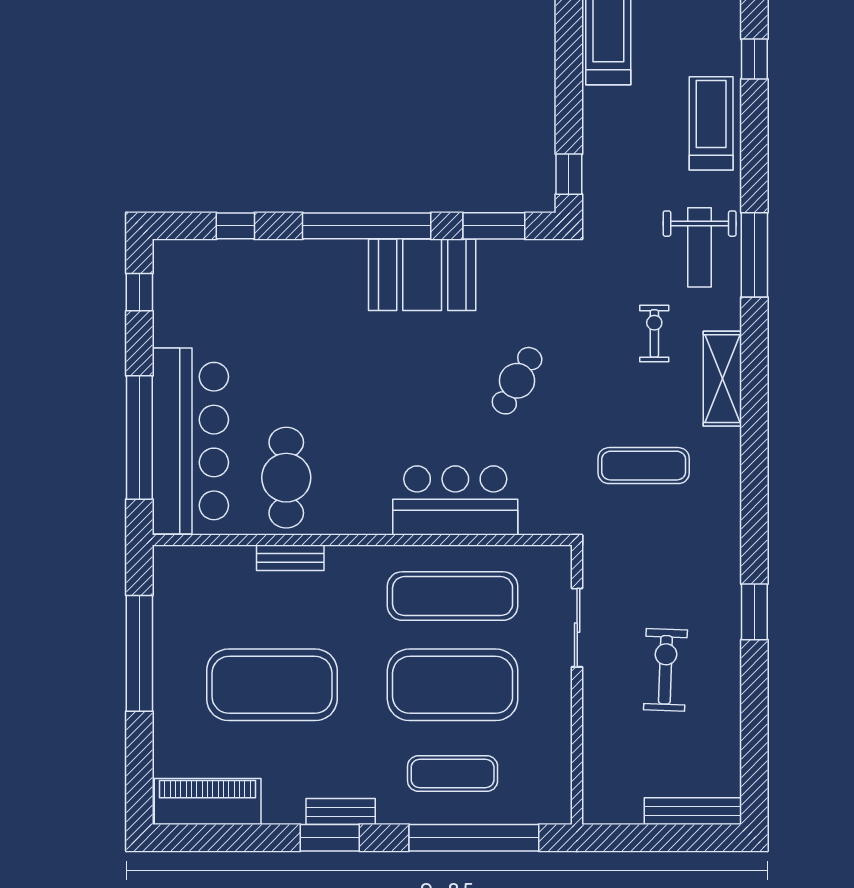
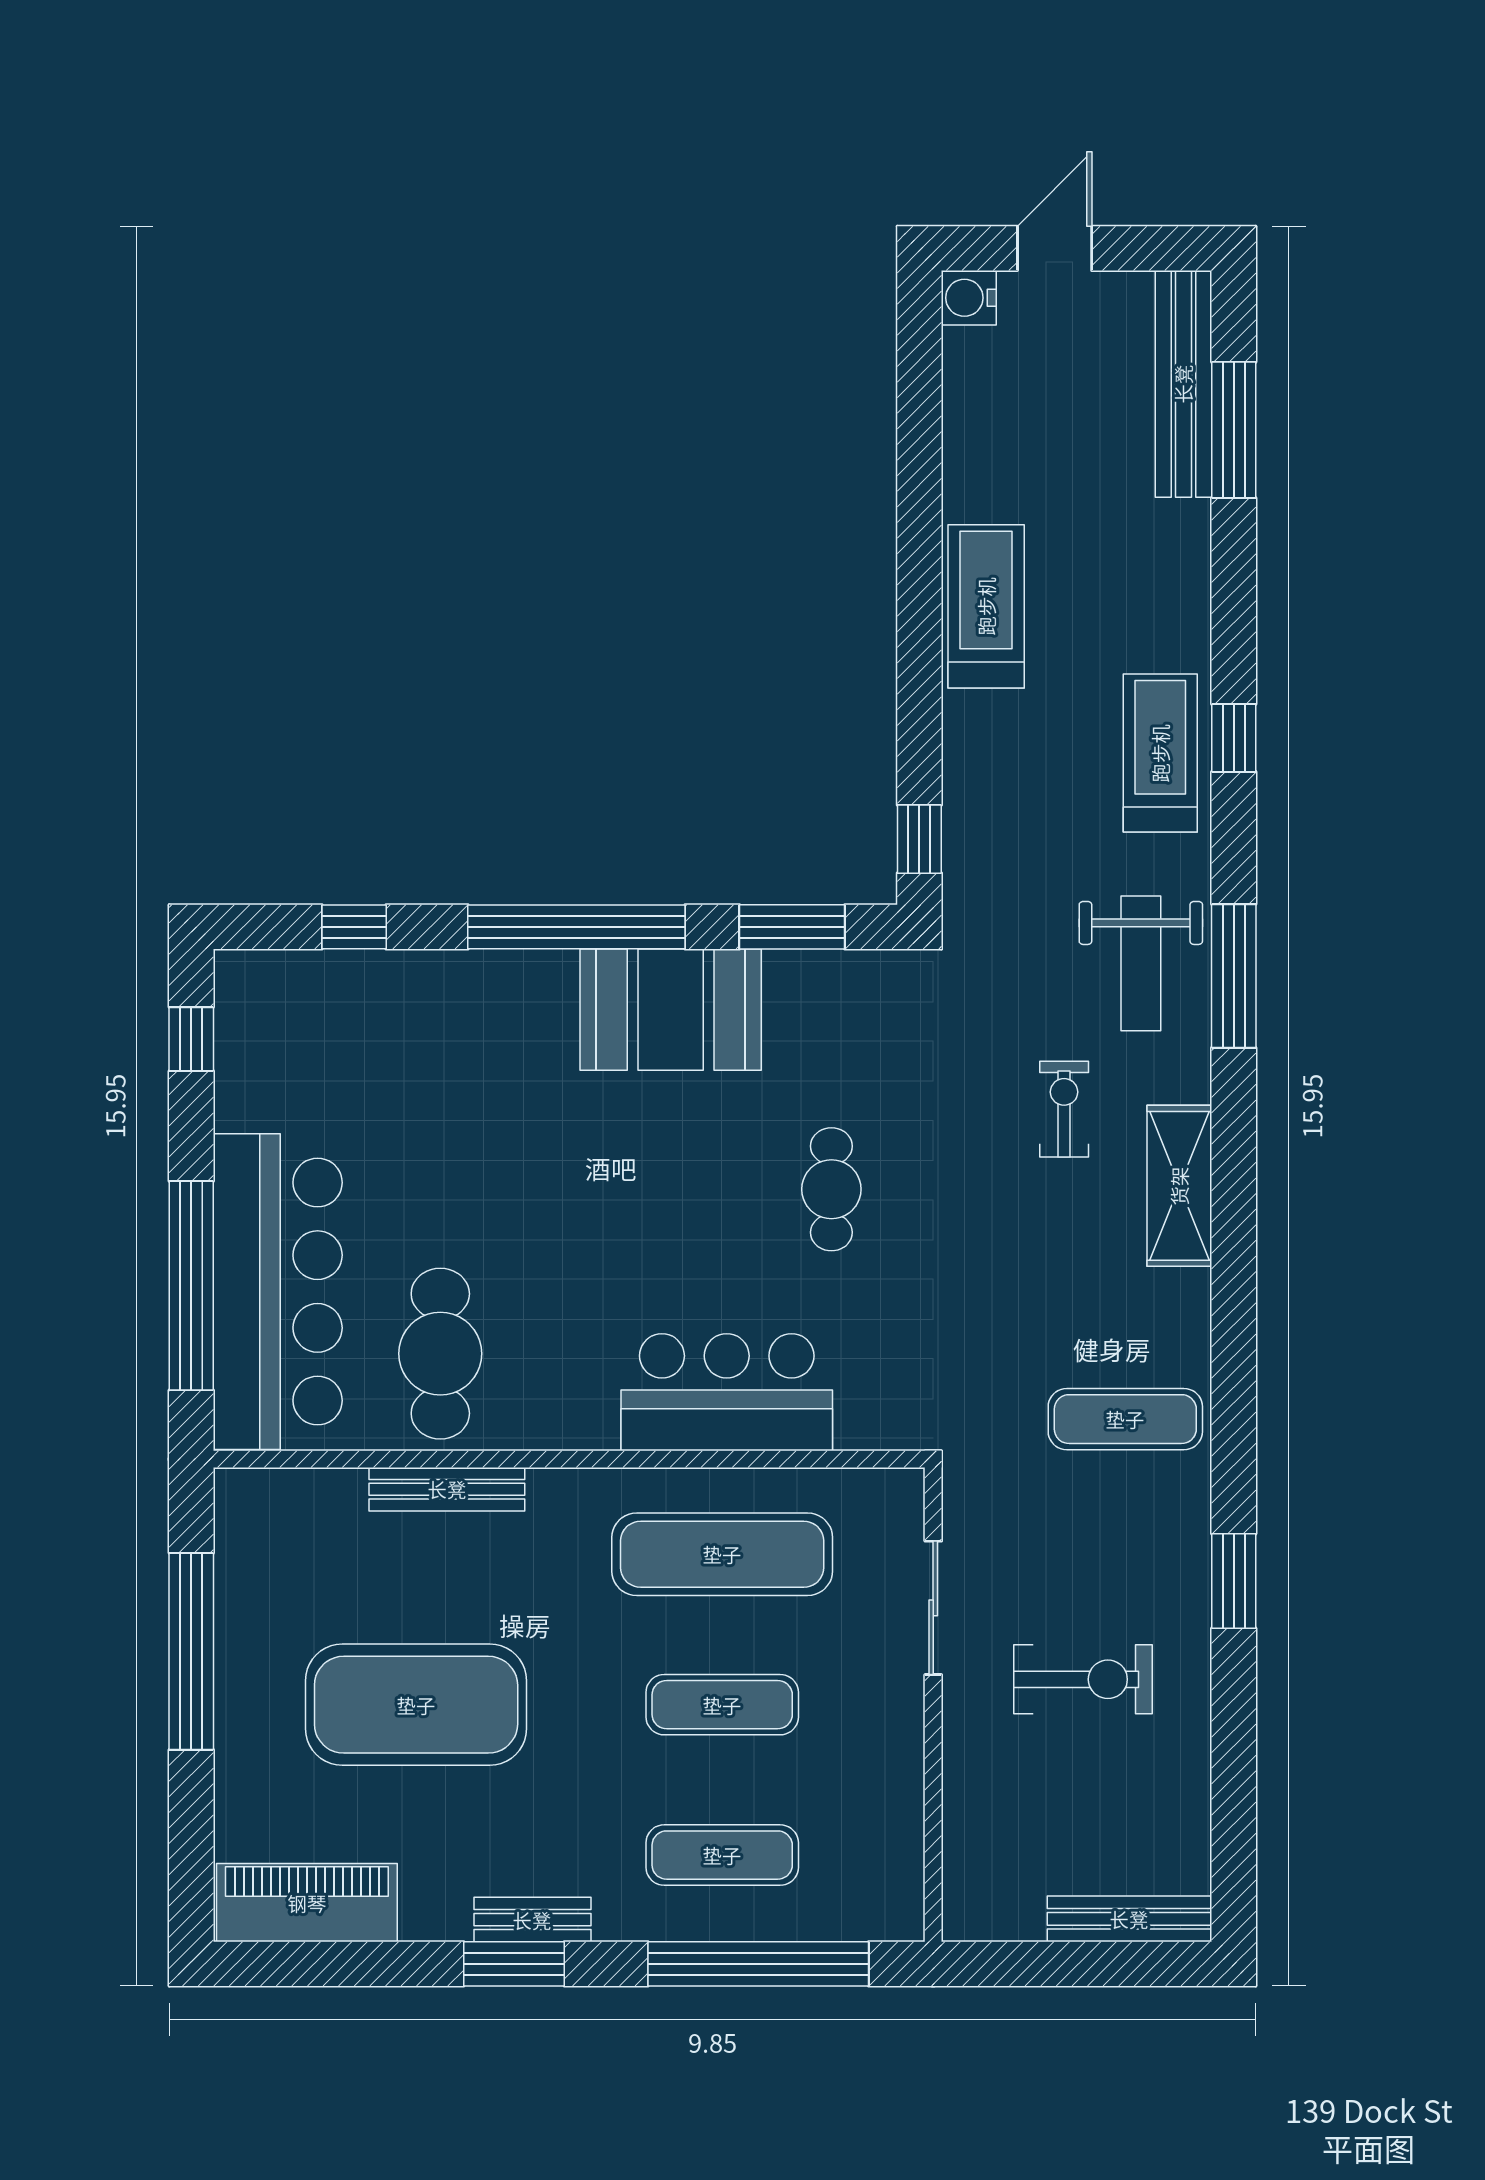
window: (754, 59) -> (1234, 738), moved
cafe table: (517, 381) -> (831, 1189), turned -30
exercise mat: (644, 466) -> (1125, 1419), moved
bench: (290, 558) -> (447, 1489), width x1.36
exercise bike: (665, 670) -> (1083, 1679), turned 88
exercise mat: (453, 685) -> (722, 1705), width x0.50, depth x0.69

